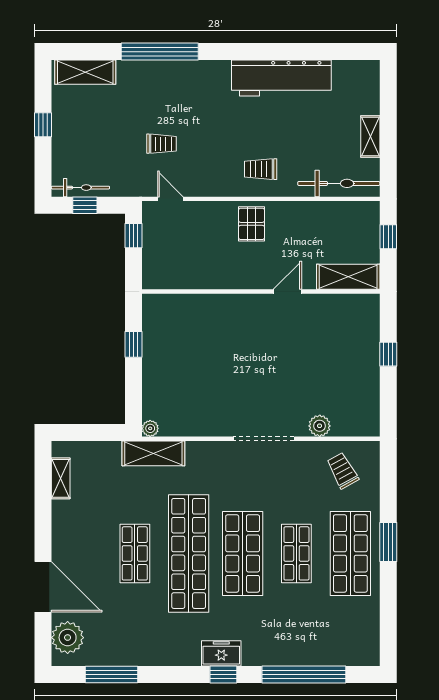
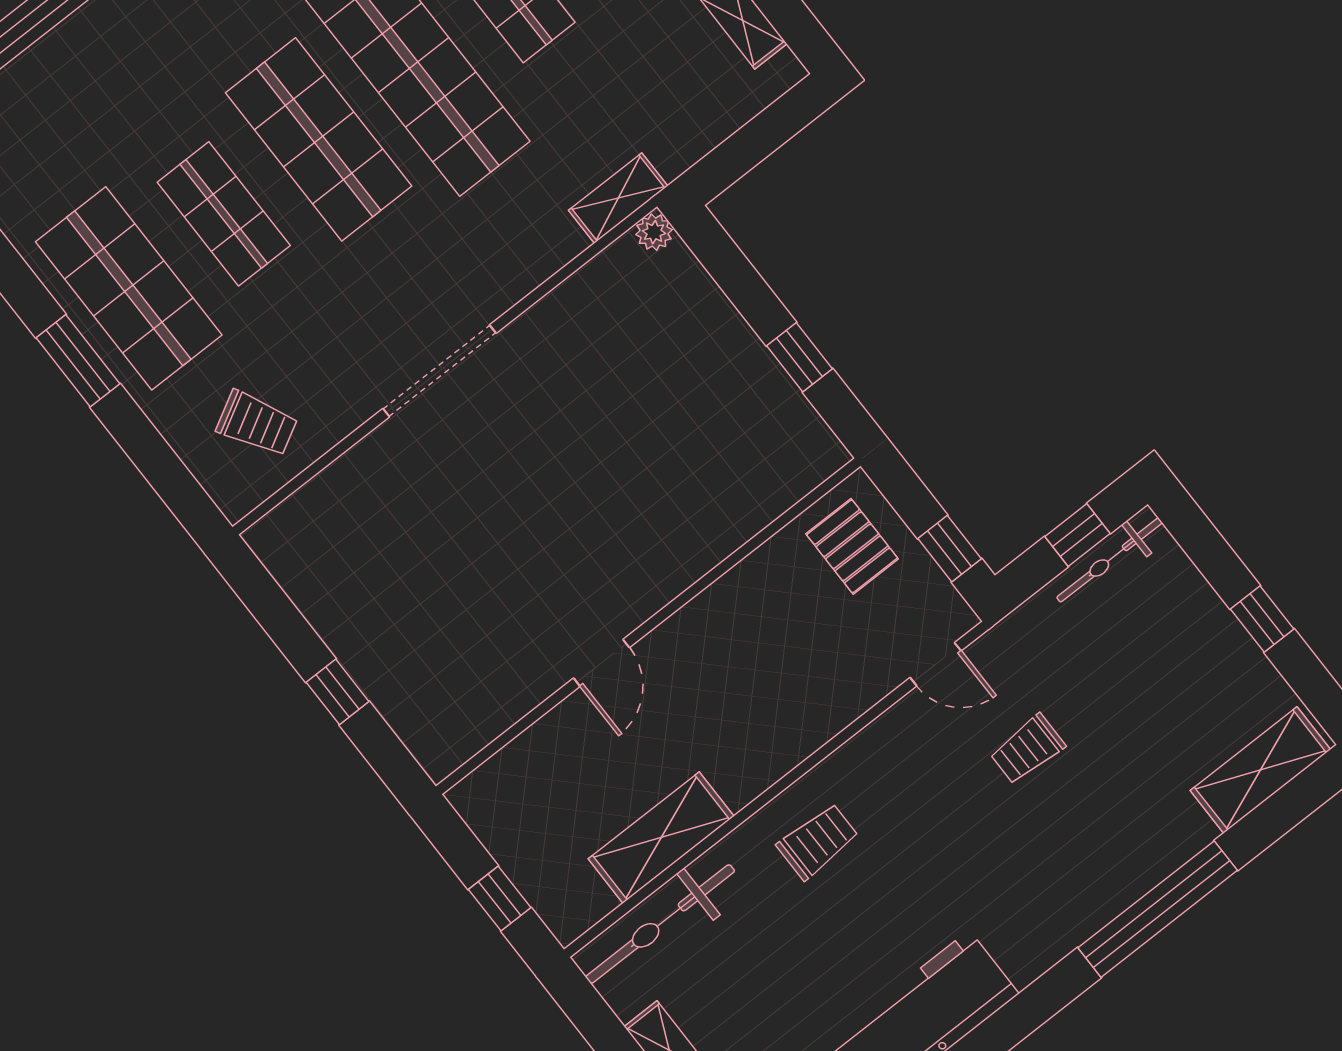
pallet: (252, 224) -> (852, 546), moved
shelving: (348, 277) -> (661, 838), moved
plant: (320, 426) -> (359, 471), removed
shelving: (153, 453) -> (618, 198), width x0.67, depth x0.75

